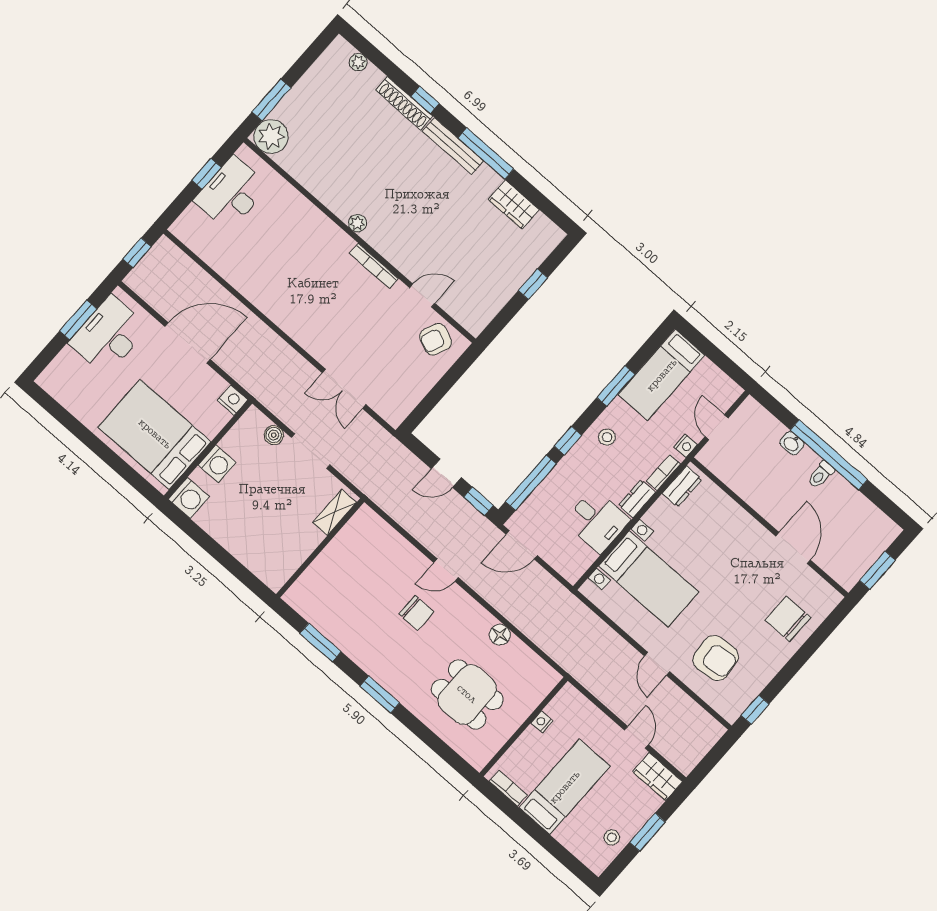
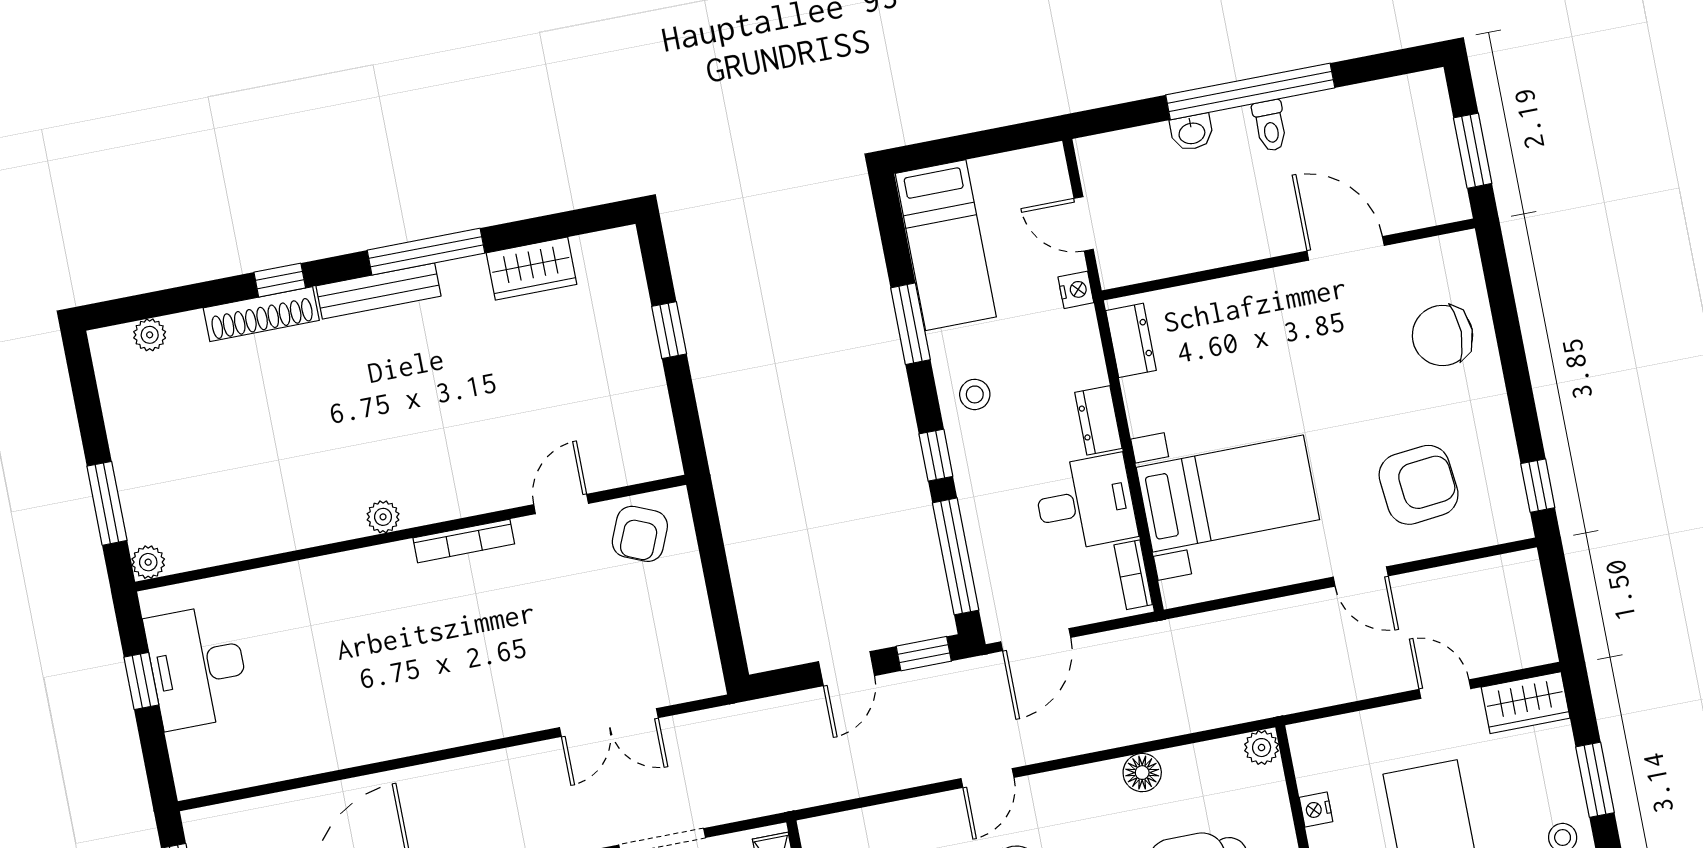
plant: (271, 136) -> (148, 562), width x0.53, depth x0.53
bookcase: (663, 473) -> (1133, 575), moved
plant: (550, 678) -> (1262, 748), added

